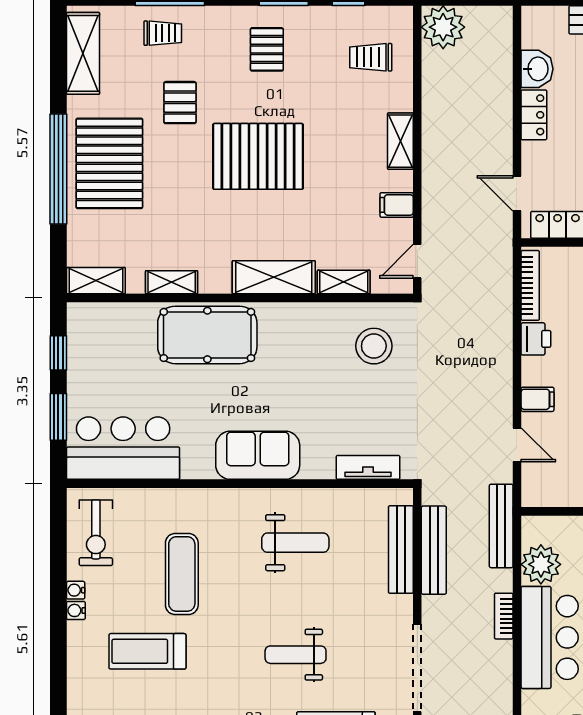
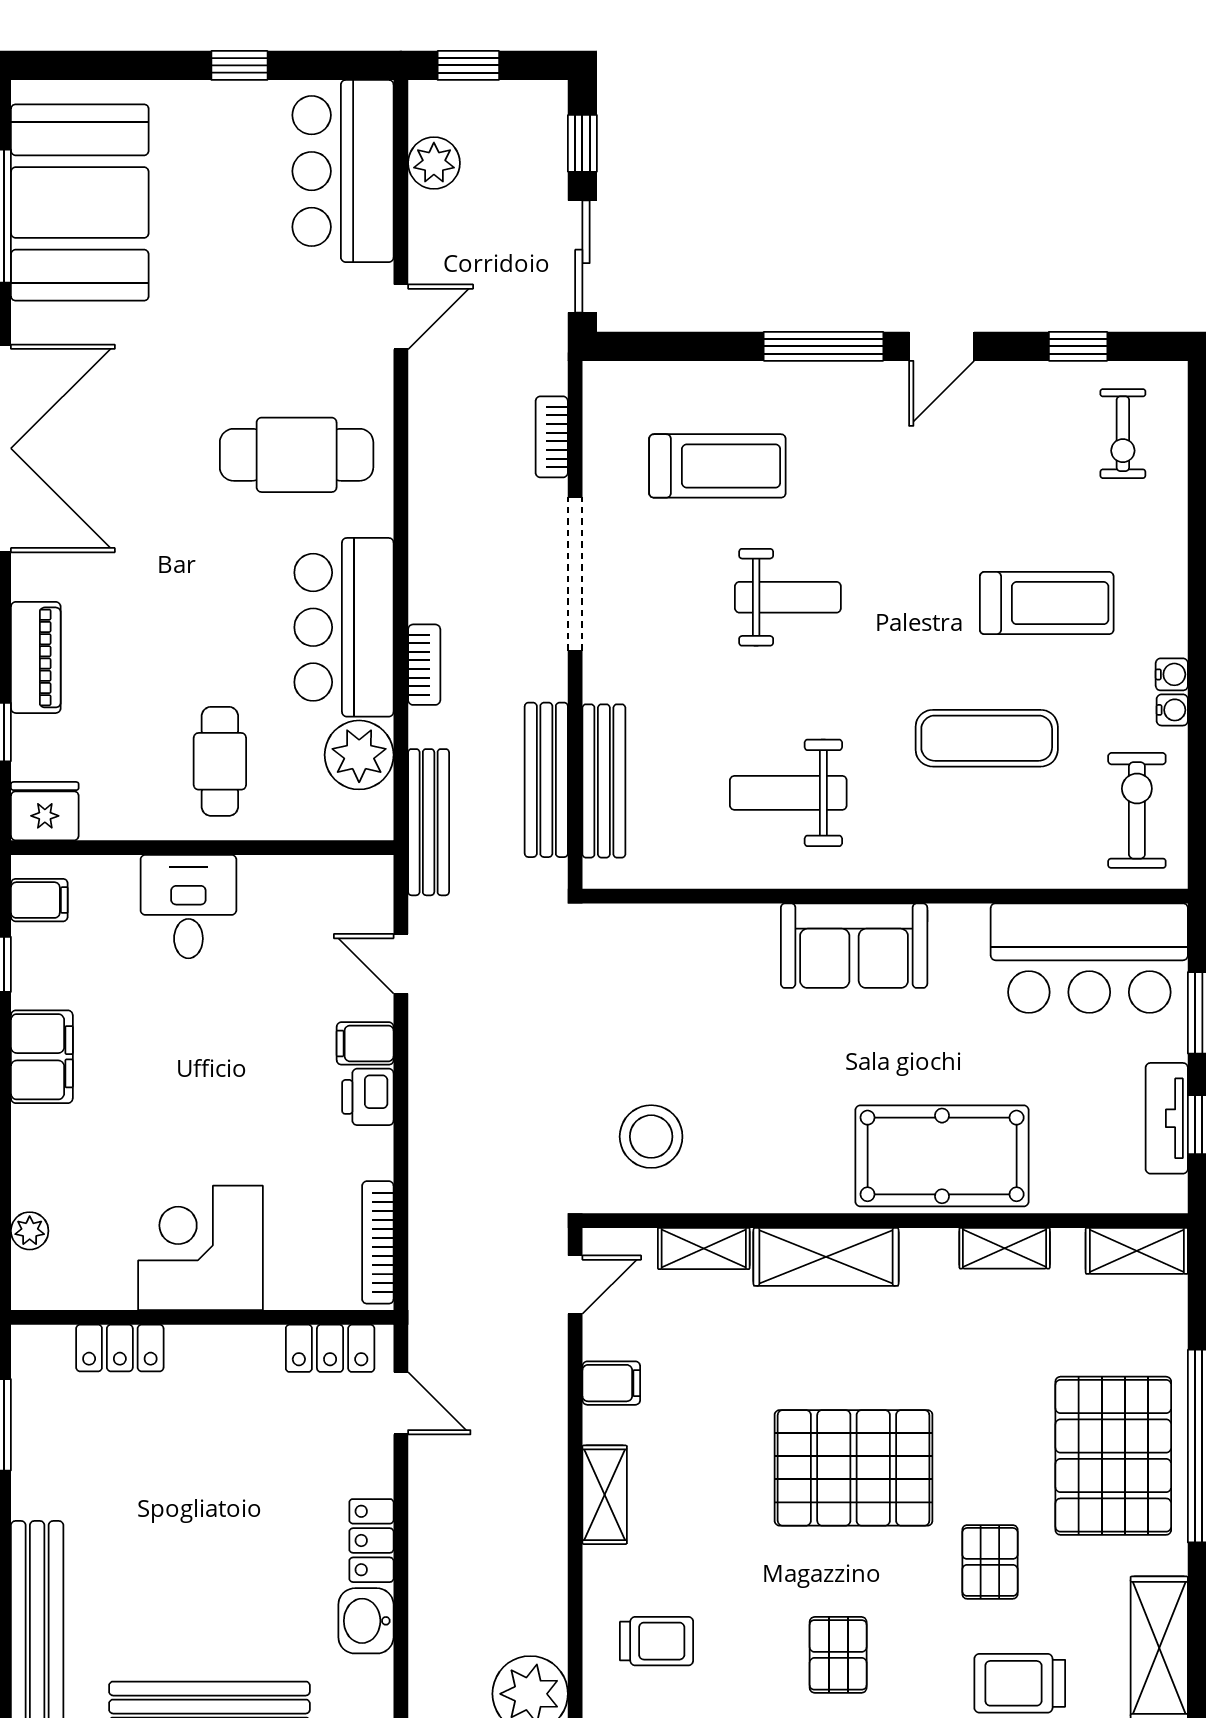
trolley: (163, 33) -> (1020, 1683), width x1.36, depth x1.39
printer: (536, 339) -> (368, 1097), moved
tv unit: (368, 467) -> (1167, 1118), moved, turned 90
exercise mat: (182, 574) -> (987, 738), turned 90

